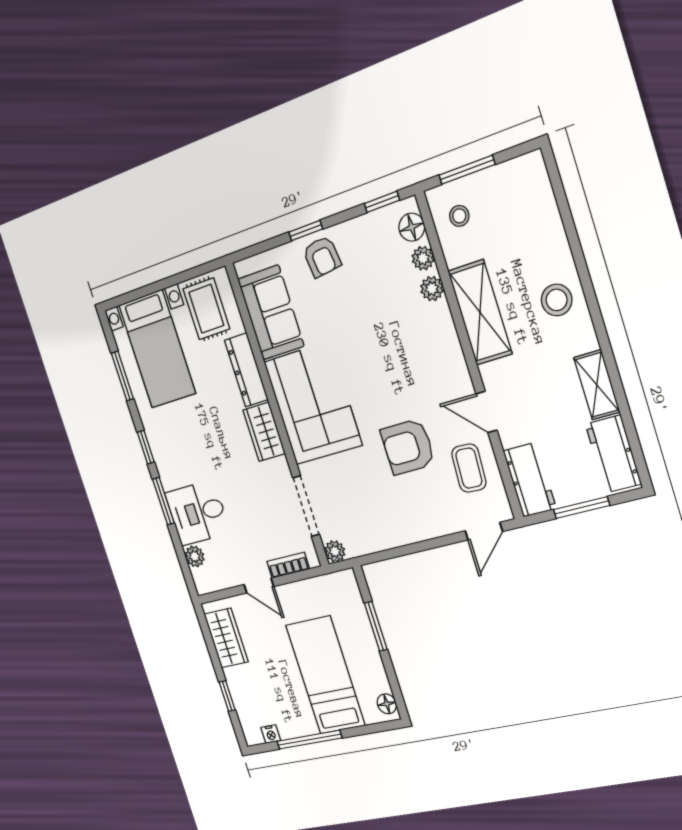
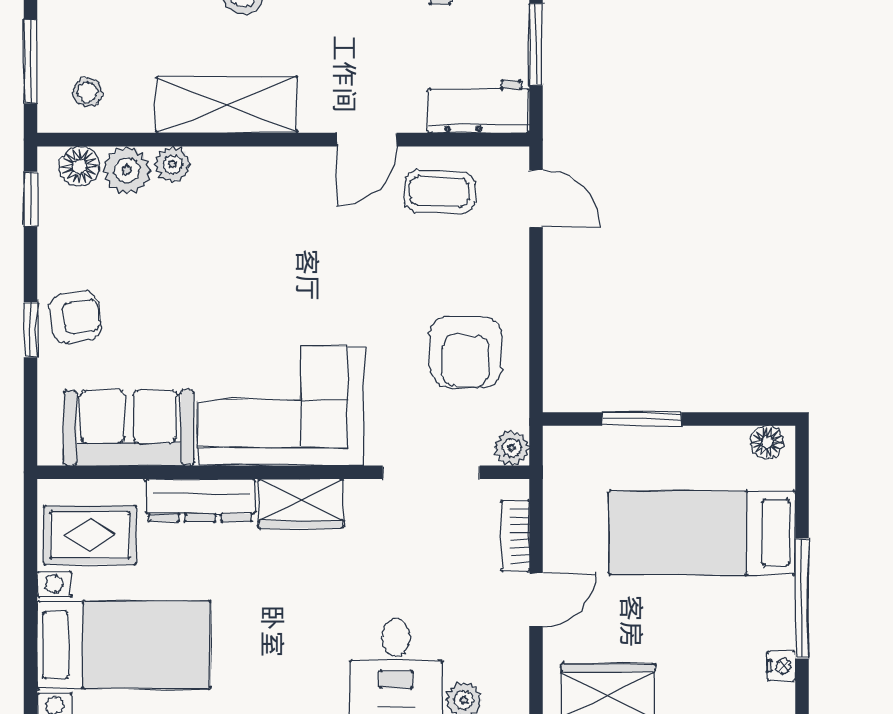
plant: (423, 258) -> (127, 170), width x1.38, depth x1.38
armchair: (408, 447) -> (466, 352), moved

